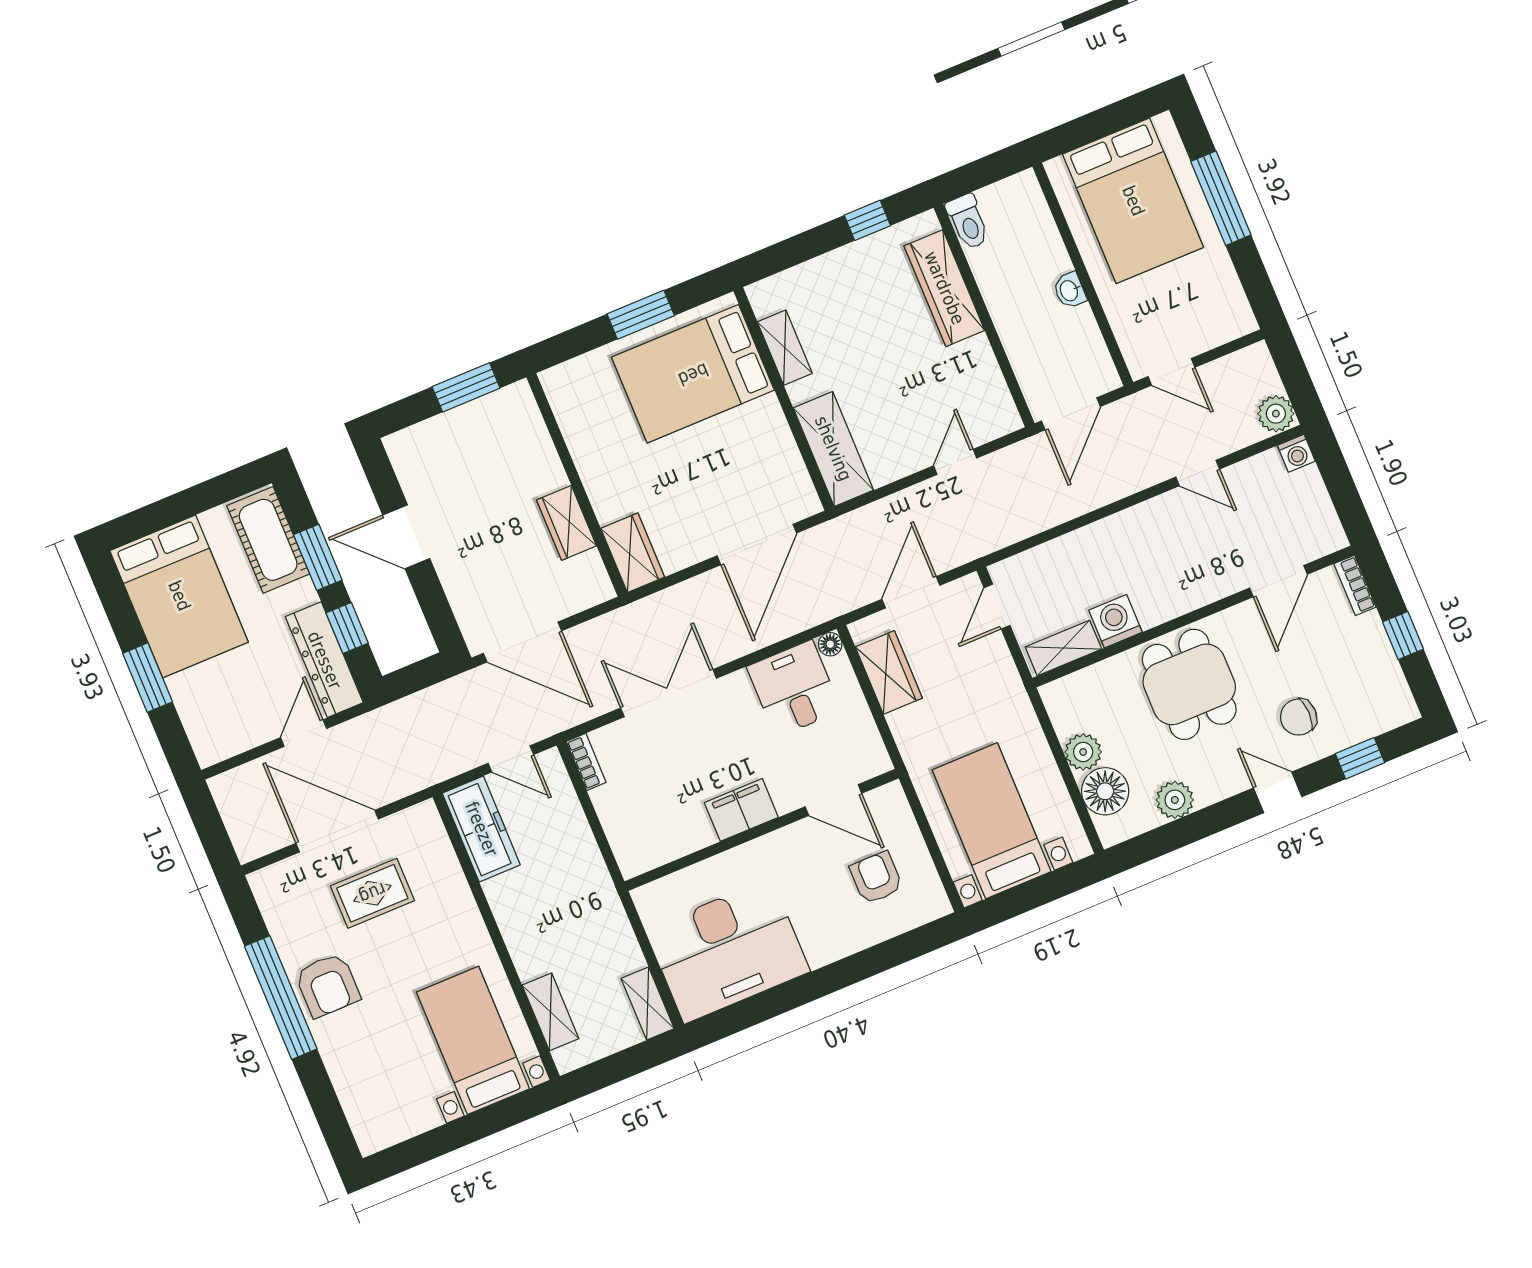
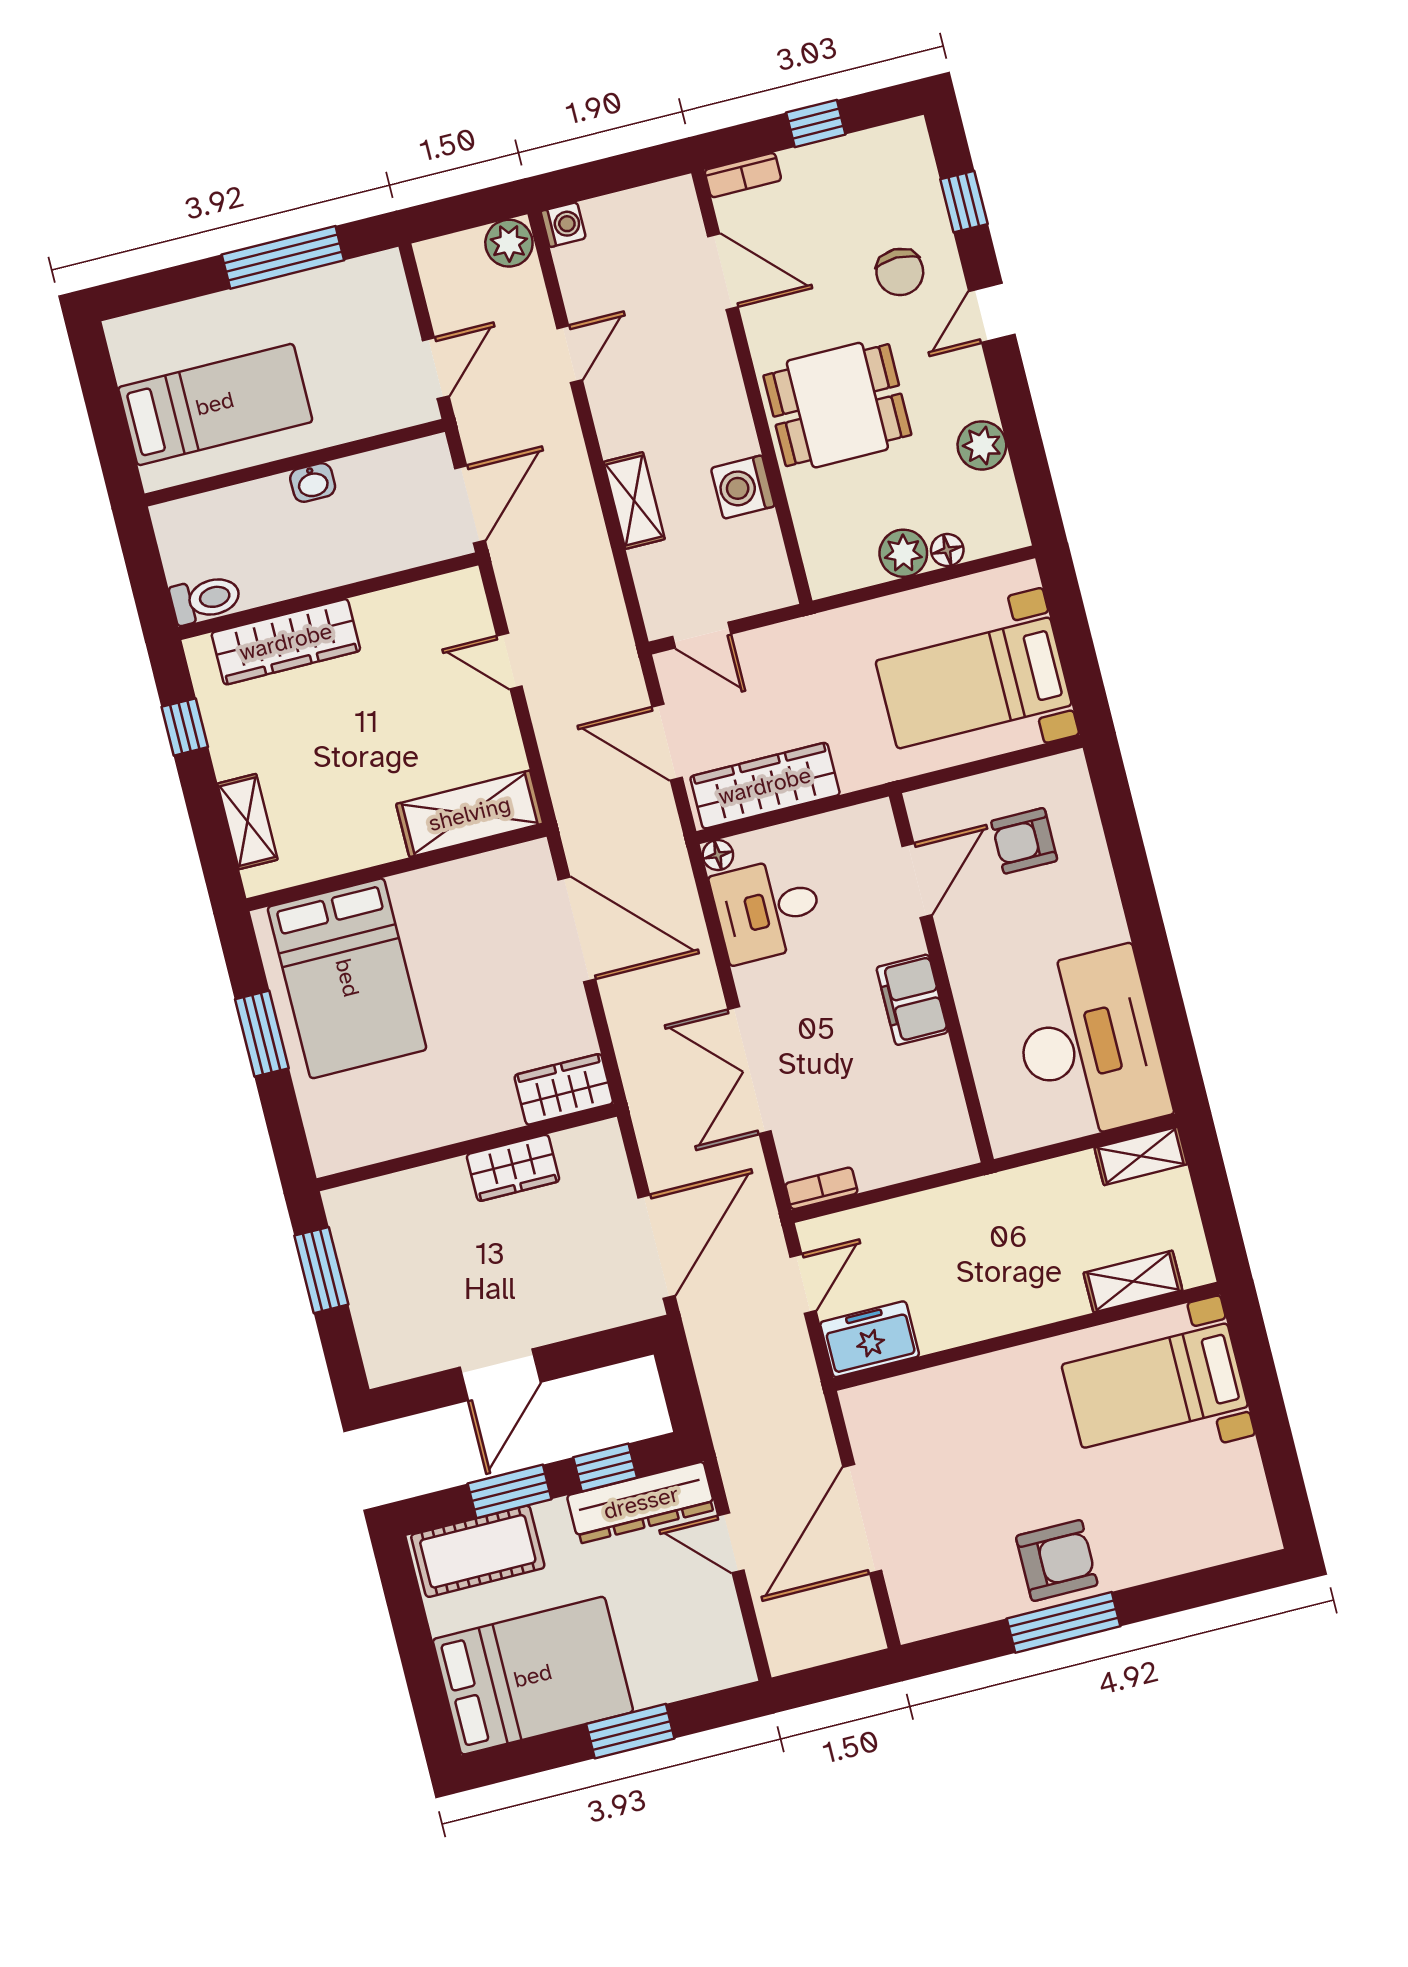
window: (1221, 198) -> (283, 257), moved
bed: (1133, 201) -> (215, 404), width x0.67
shelving: (785, 348) -> (248, 822), moved, turned 90
door: (1071, 414) -> (470, 504), hinge flipped
shelving: (1063, 648) -> (634, 501), moved
wardrobe: (889, 672) -> (765, 786), width x1.50
floor lamp: (1105, 791) -> (947, 550), width x0.53, depth x0.53
freezer: (481, 829) -> (870, 1339), width x0.71
rug: (372, 893) -> (948, 1486), removed
window: (281, 998) -> (1064, 1622), width x0.68

